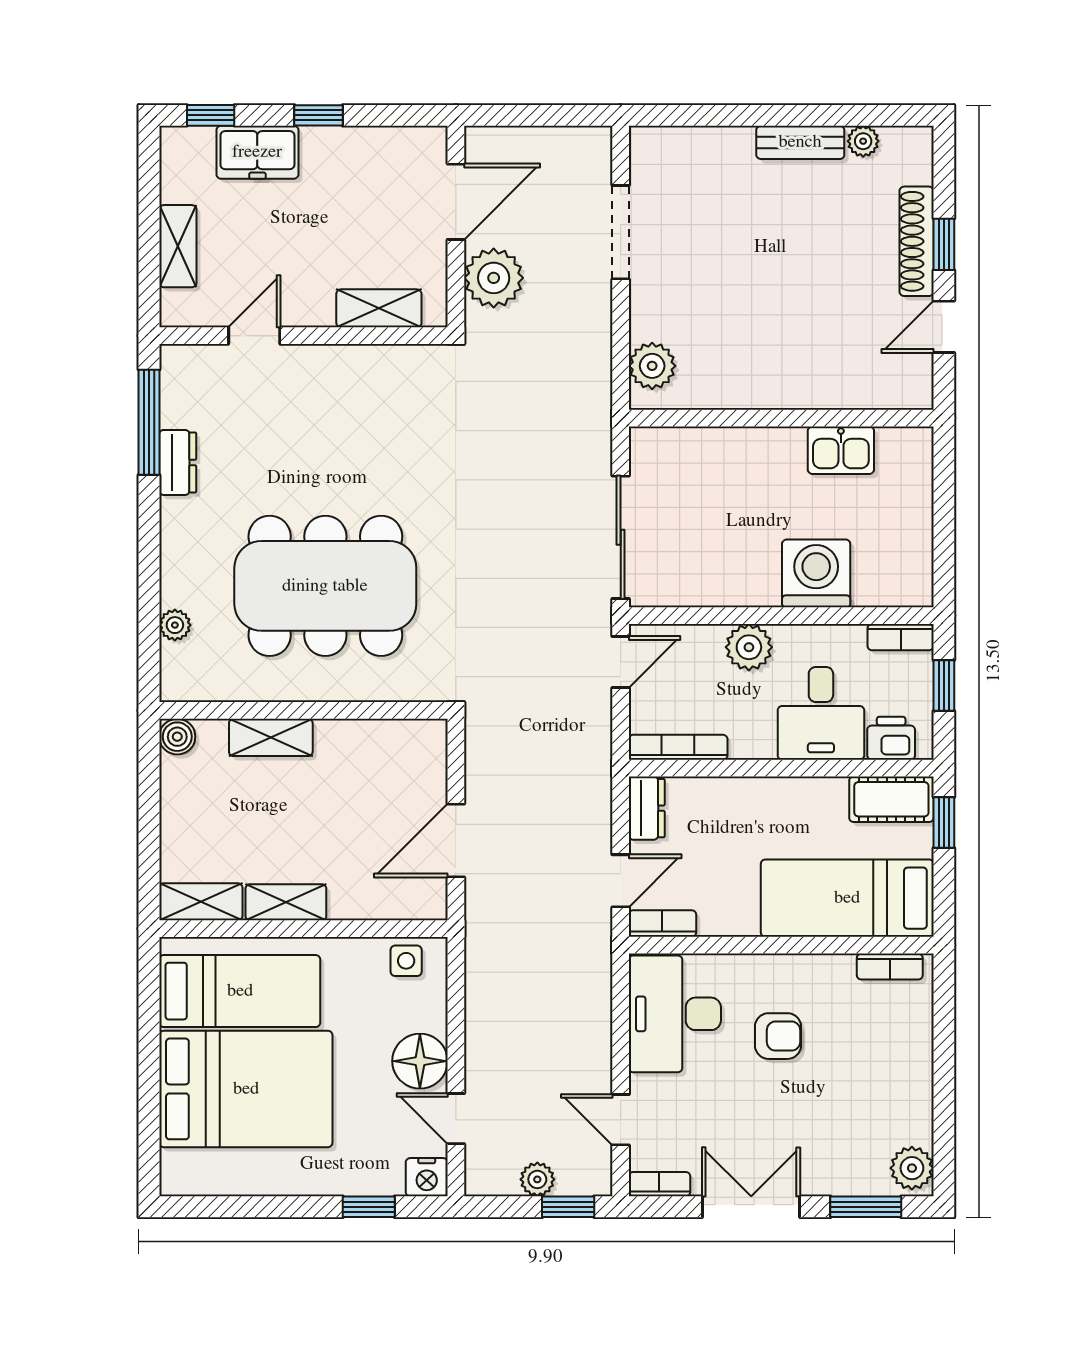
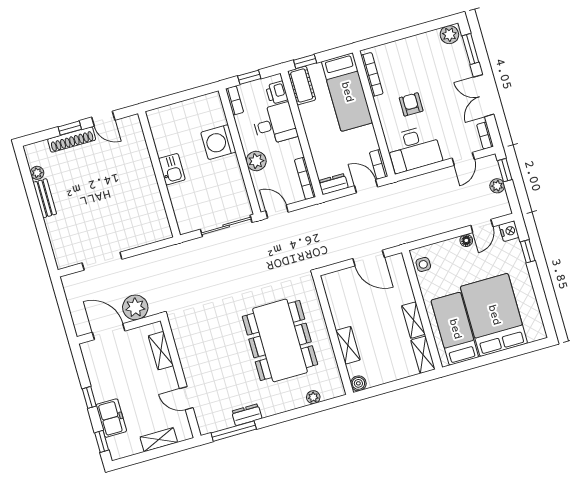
plant: (652, 366) -> (153, 233), removed
kitchen sink: (841, 450) -> (172, 169), moved
bookcase: (890, 967) -> (372, 74), width x1.56
floor lamp: (420, 1061) -> (466, 240), width x0.53, depth x0.53

